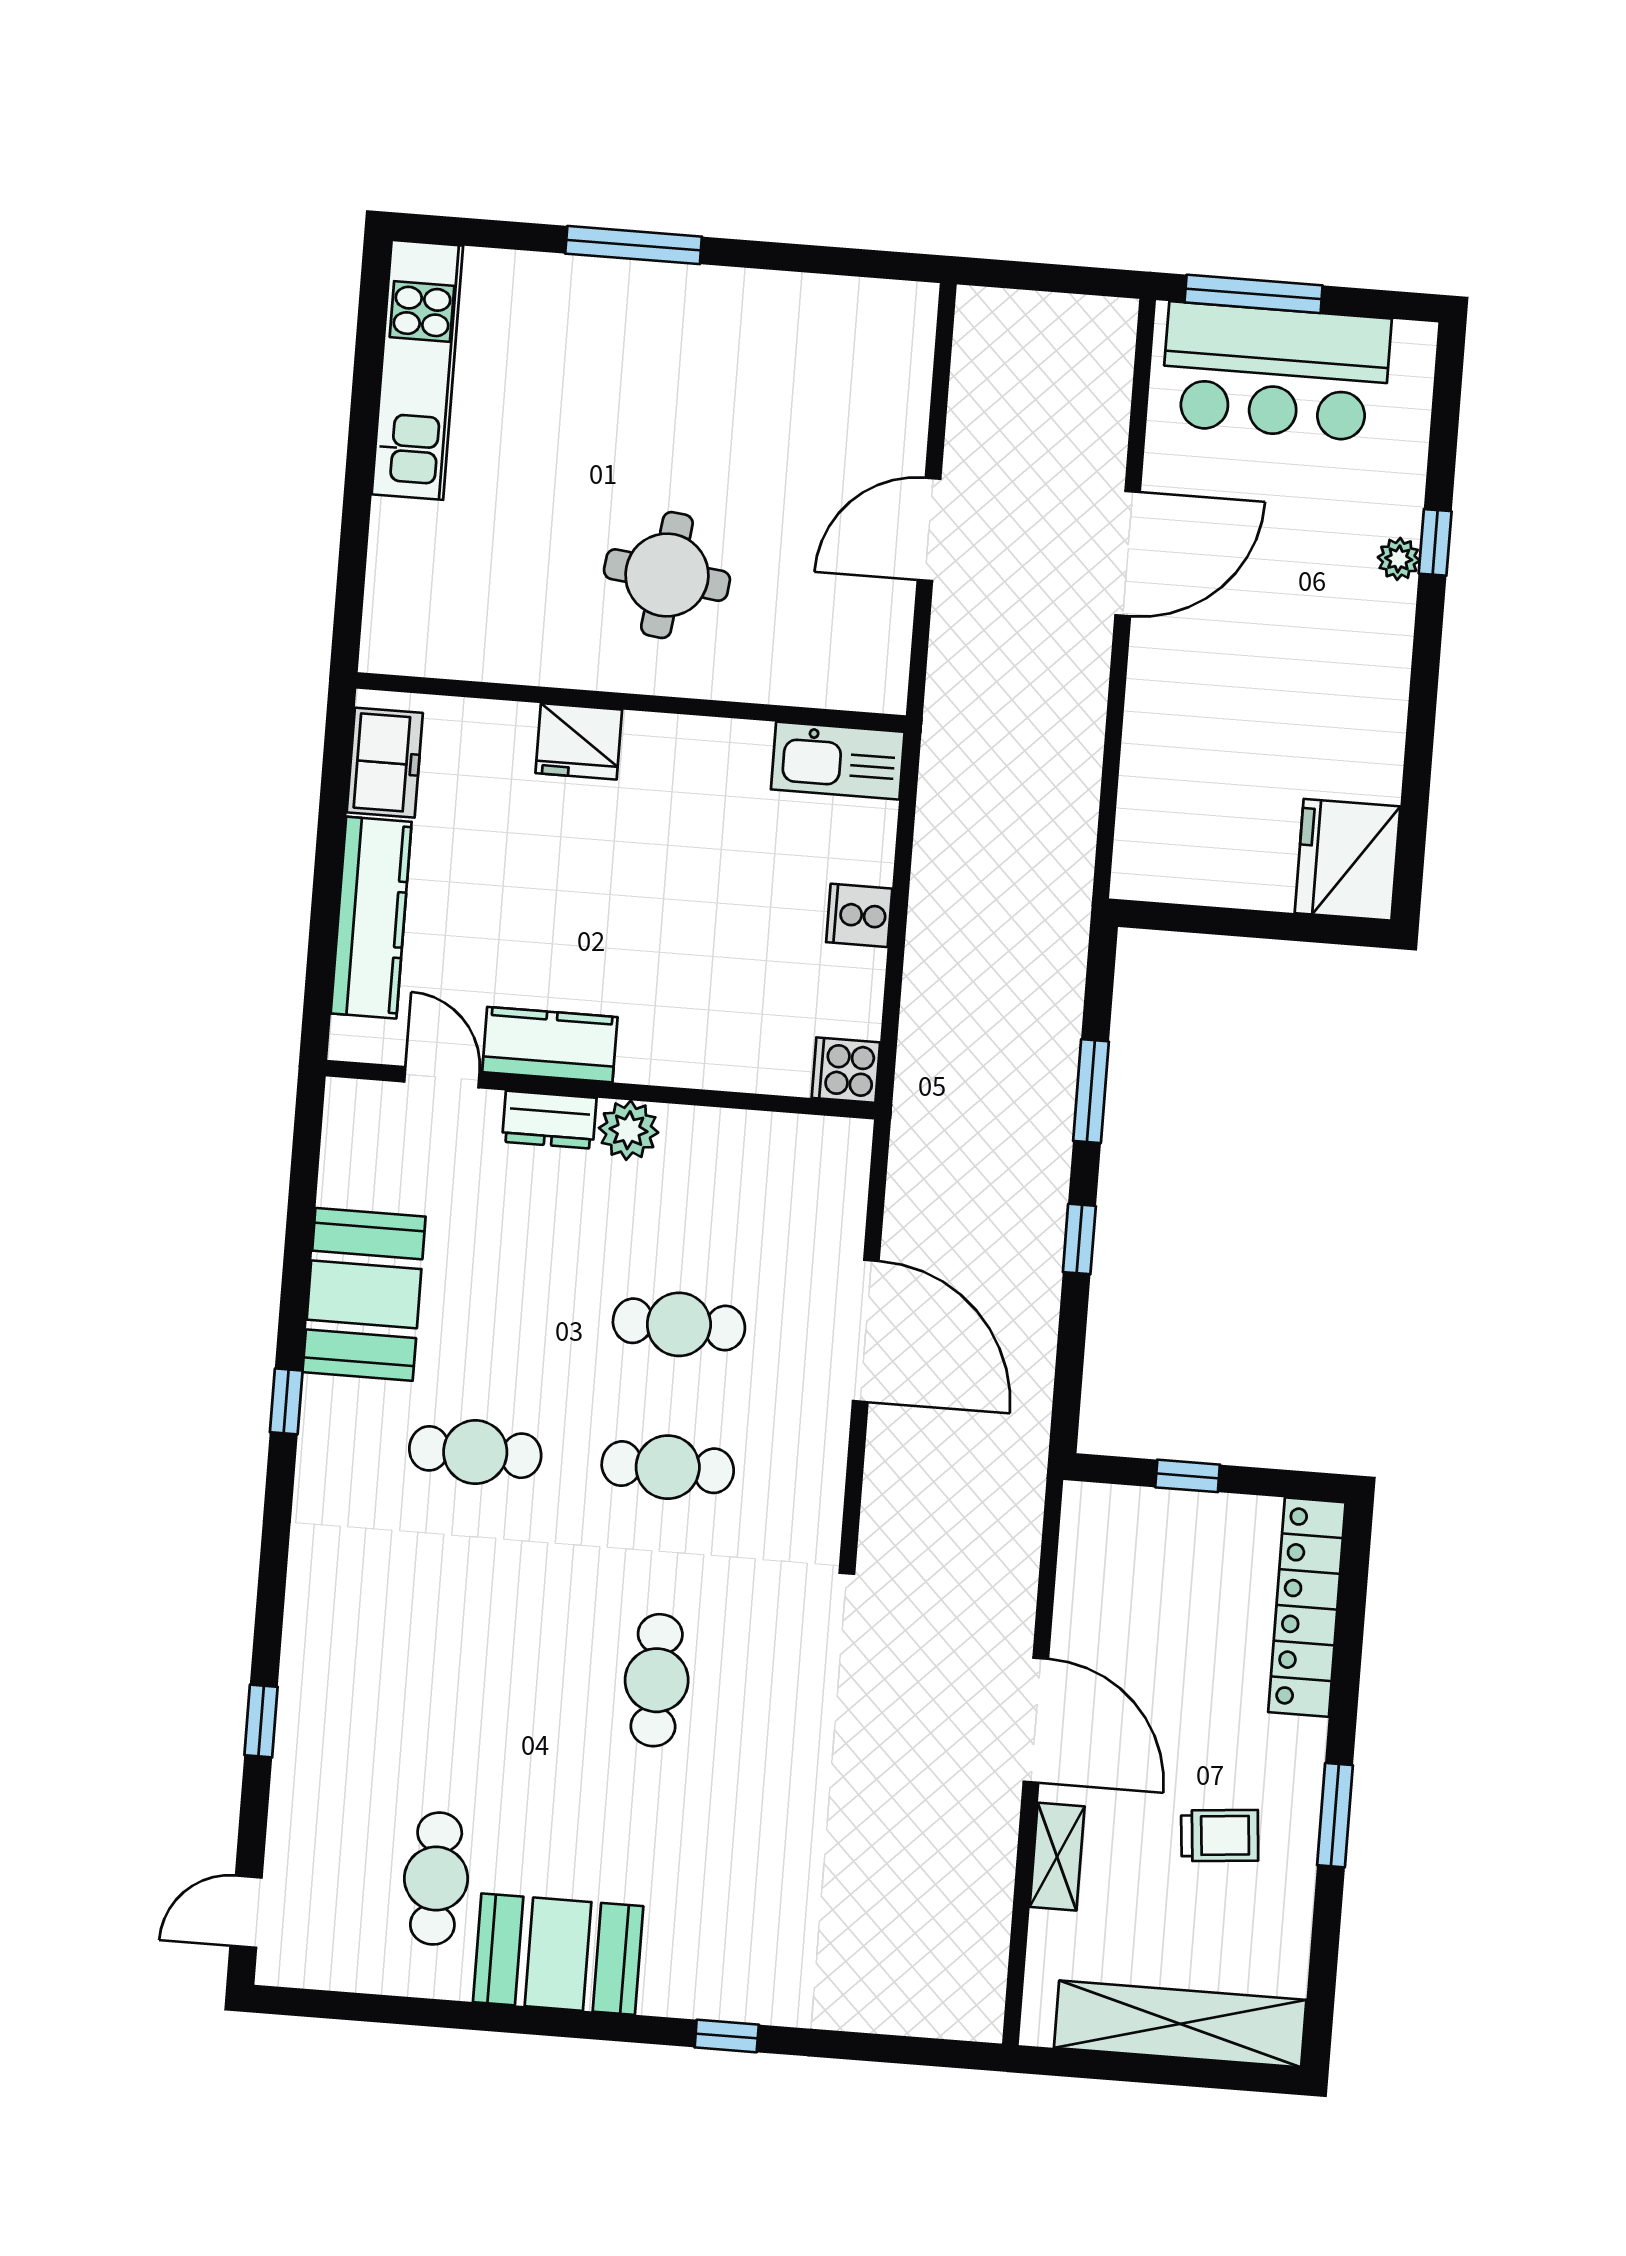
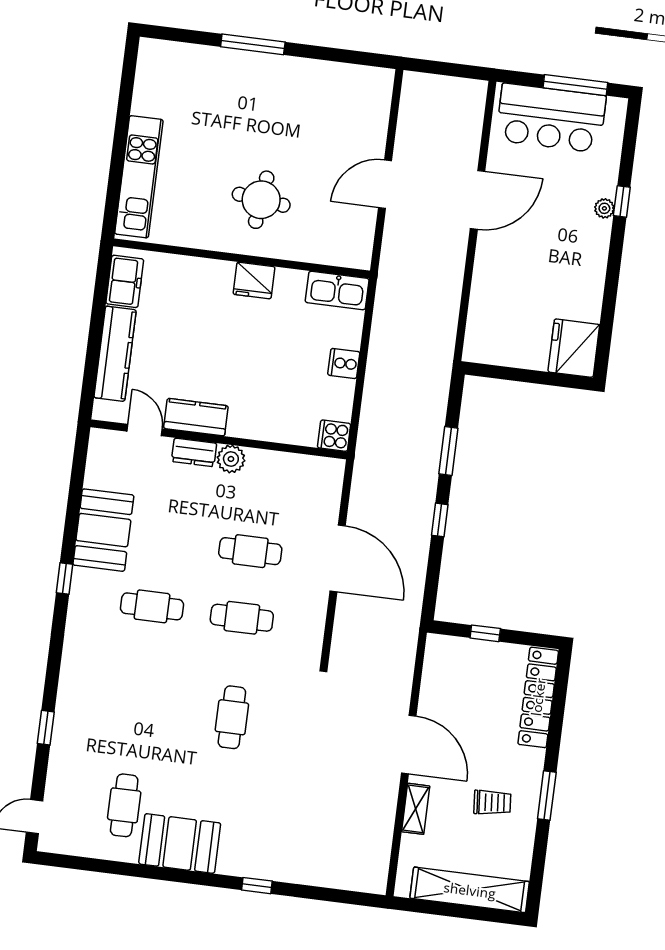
window: (1254, 294) -> (575, 85), moved
kitchen unit: (417, 370) -> (139, 177), moved
fridge: (579, 741) -> (254, 280), moved

